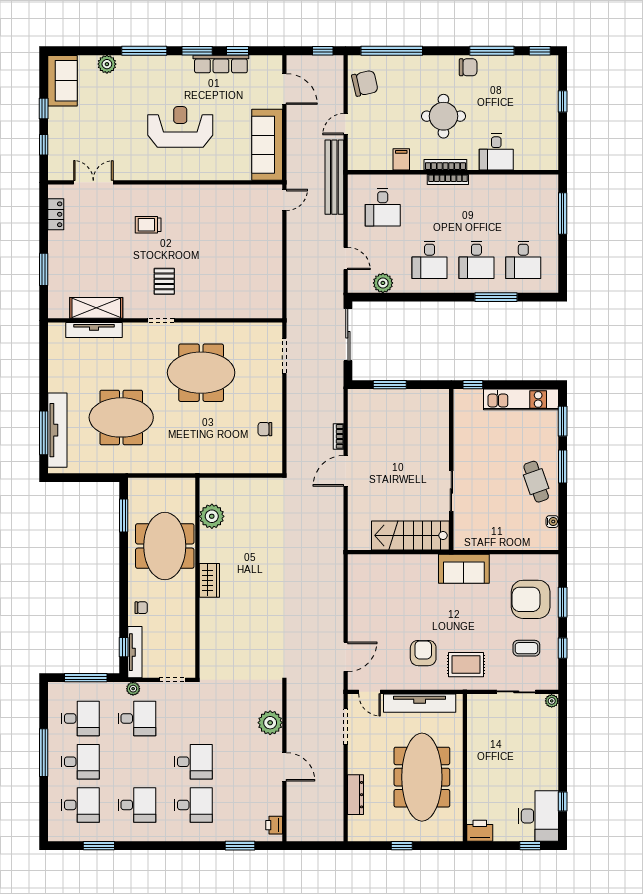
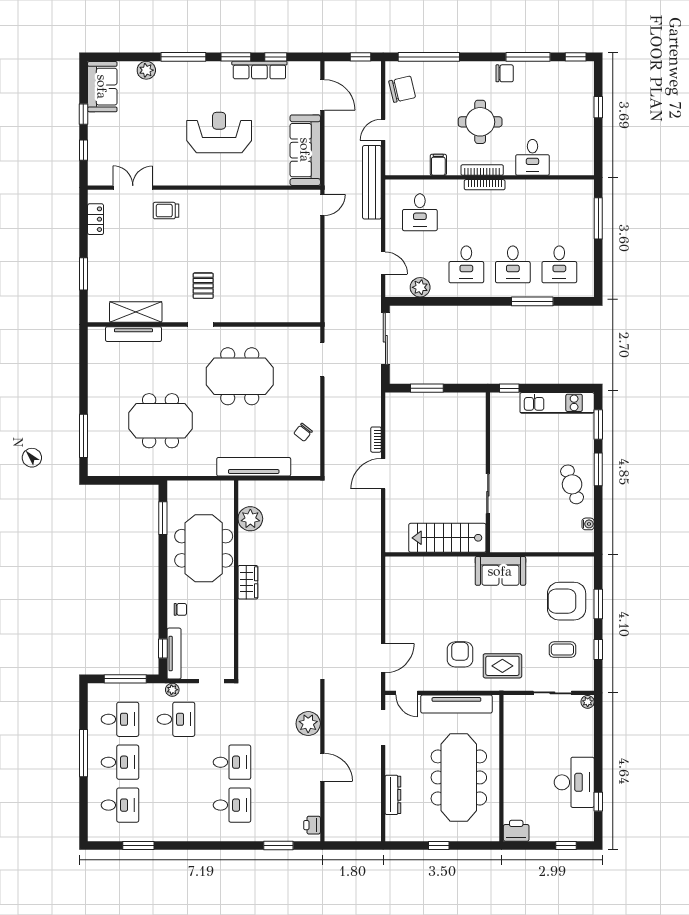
trolley: (148, 225) -> (166, 211), moved
chair: (265, 429) -> (303, 432), turned -52
tv unit: (57, 430) -> (254, 467), moved, turned -90
desk: (137, 805) -> (176, 805), removed
desk: (538, 816) -> (574, 782), moved

